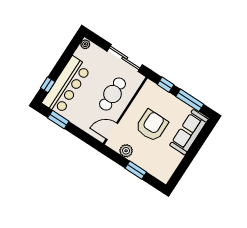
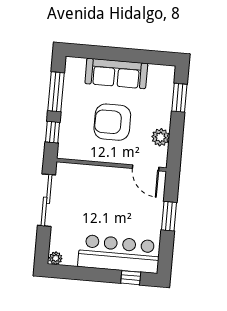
cafe table: (113, 94) -> (99, 191), removed
window: (58, 120) -> (169, 216), moved
sofa: (189, 132) -> (116, 73), moved
window: (136, 170) -> (179, 98), moved

